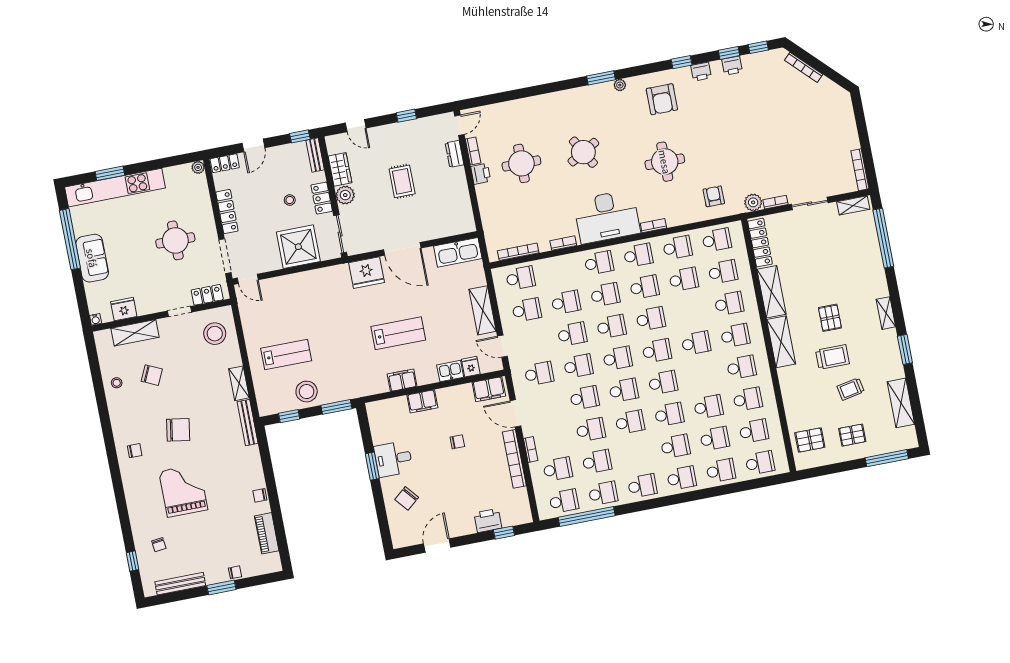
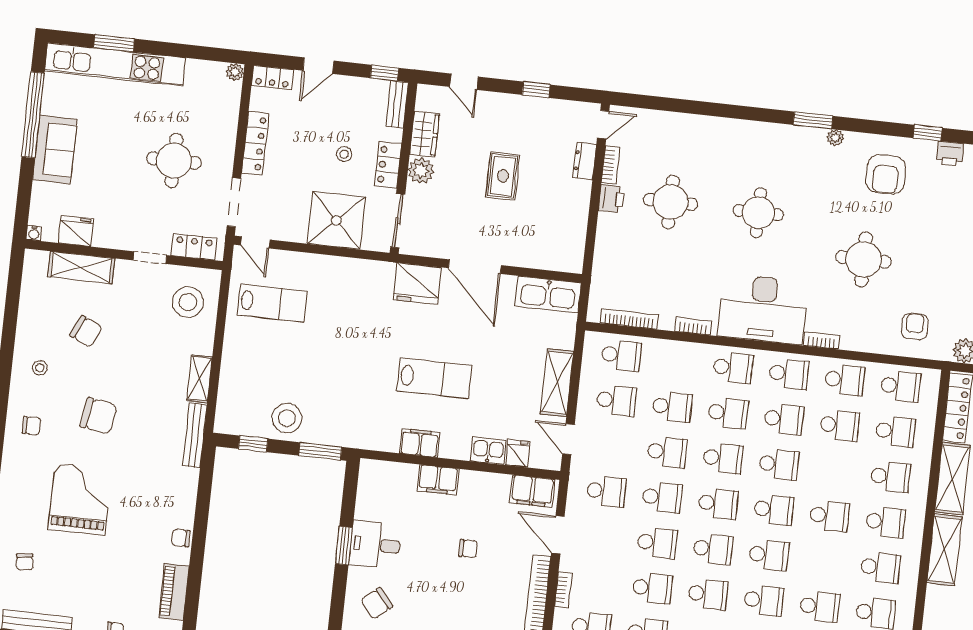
round table: (583, 152) -> (758, 213), turned 30
lab bench: (286, 355) -> (272, 303), moved
stool: (117, 383) -> (40, 368), moved

